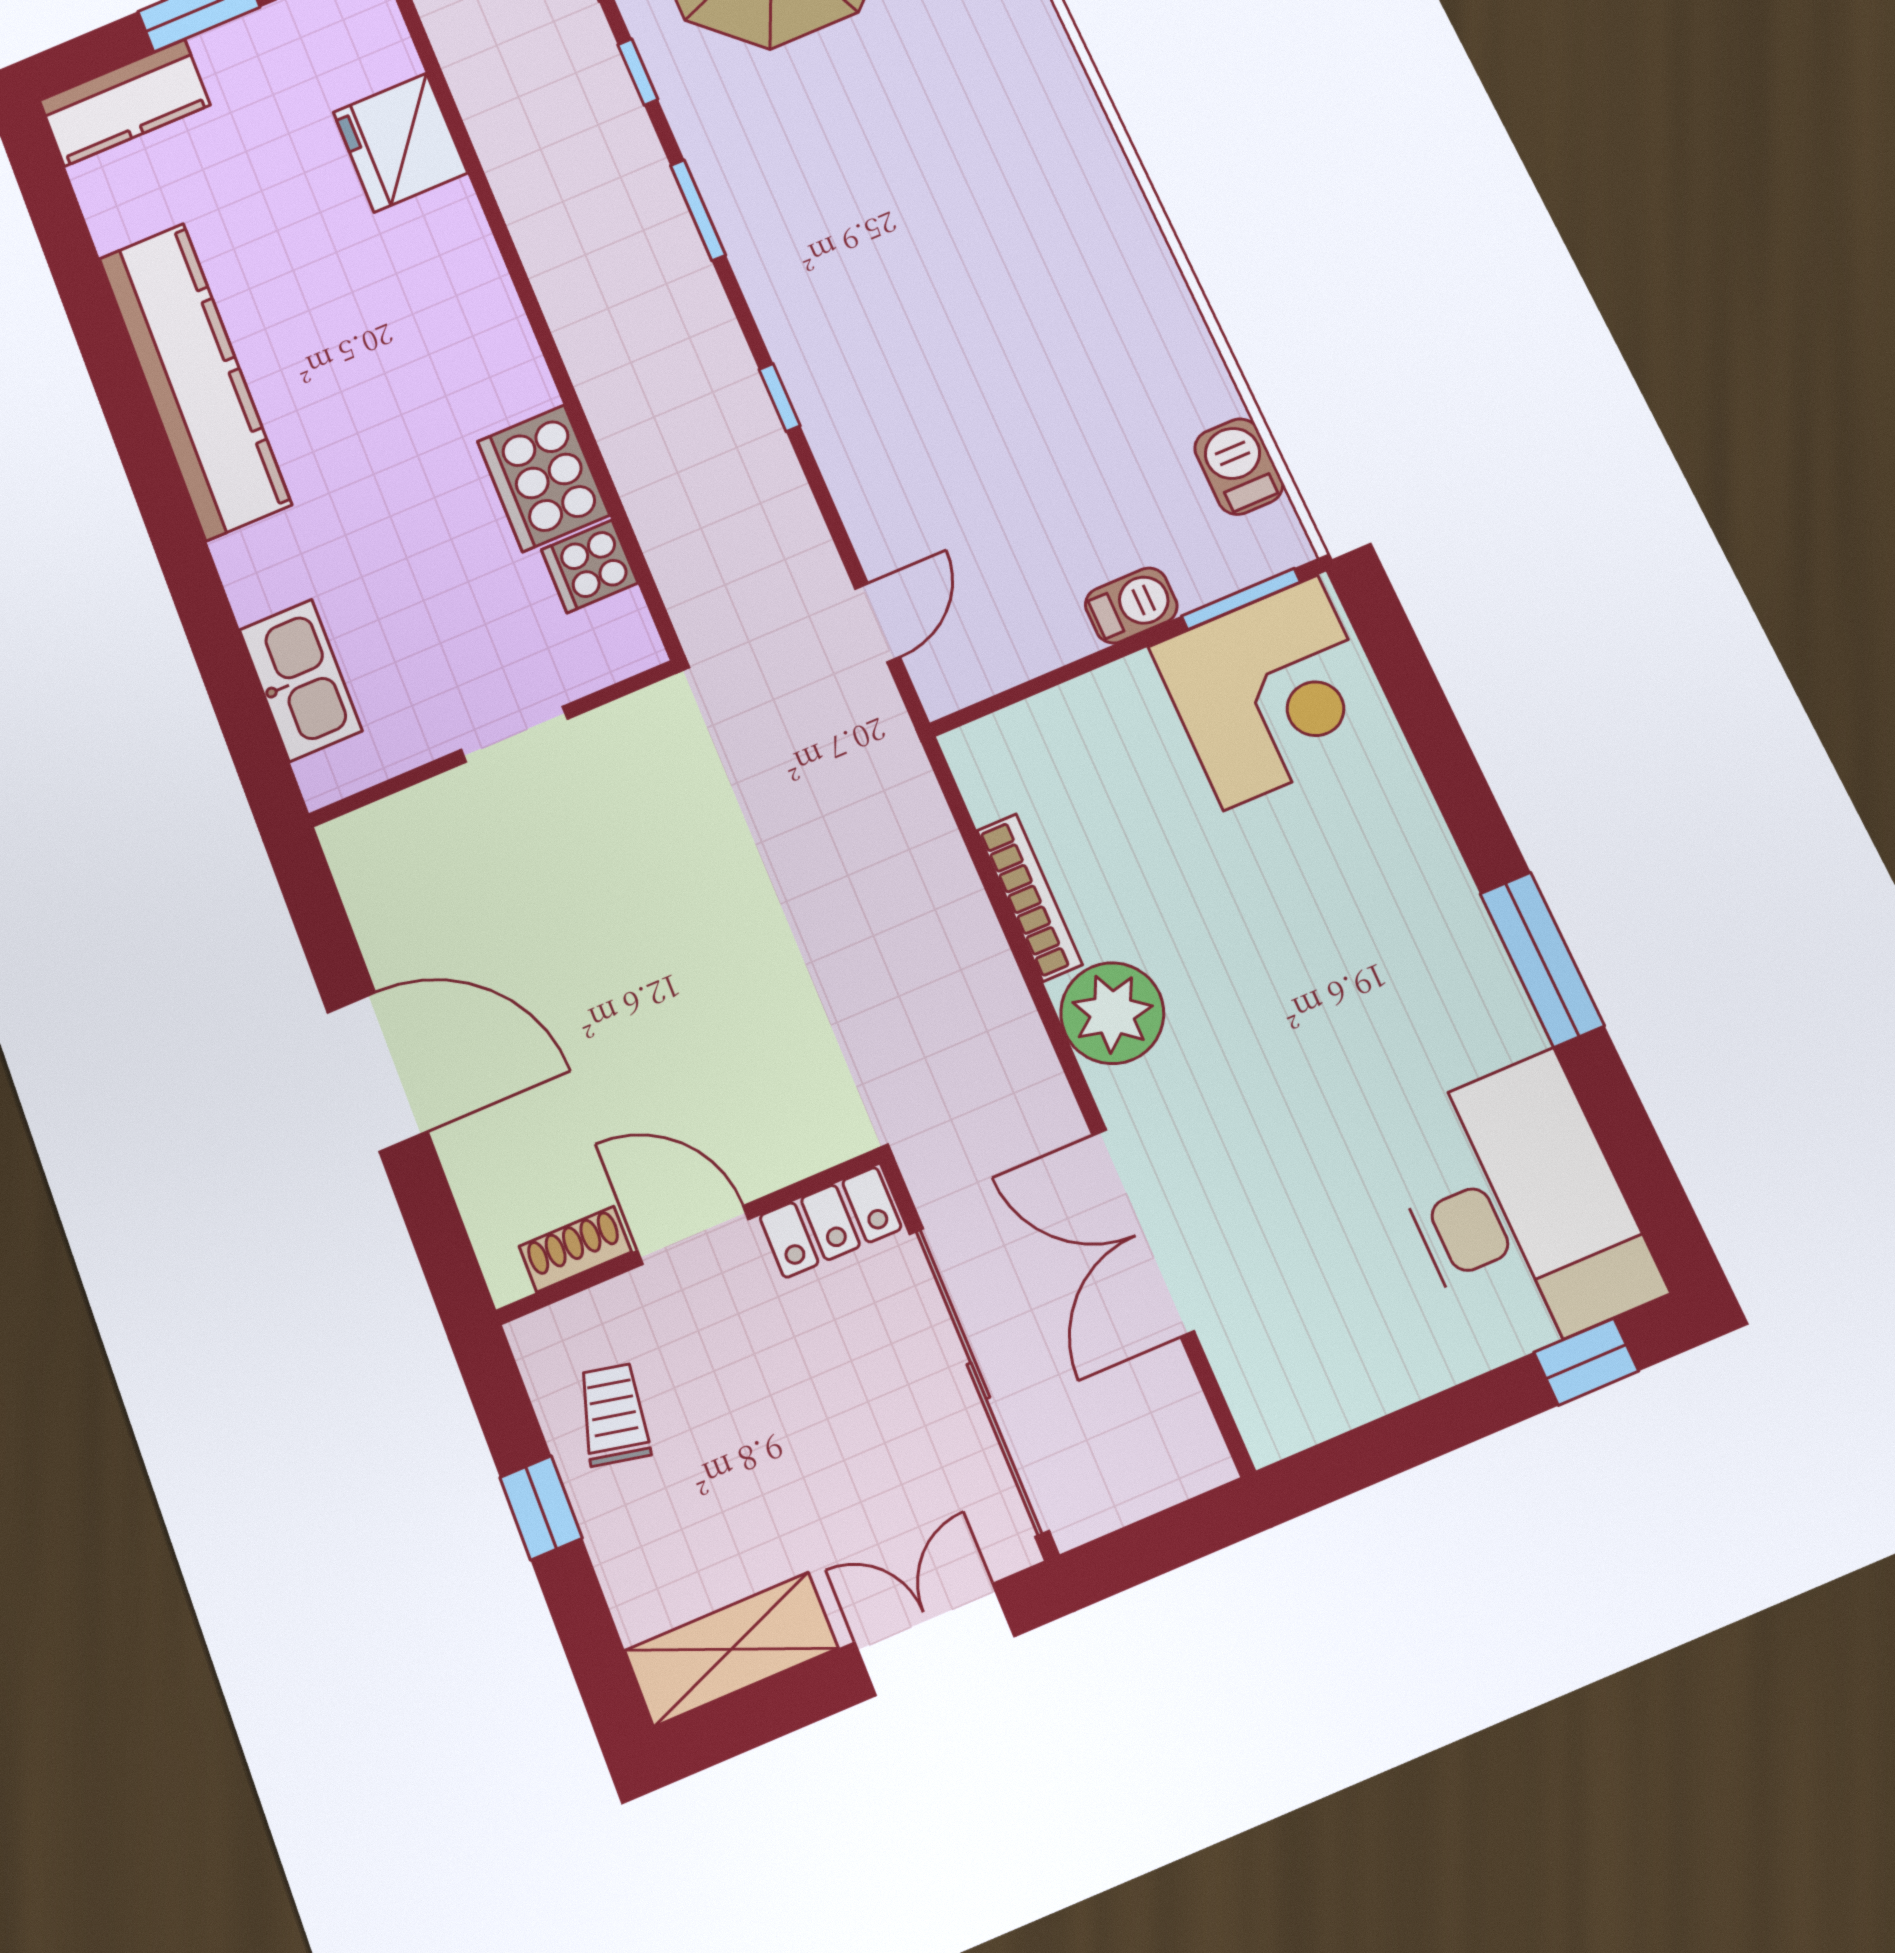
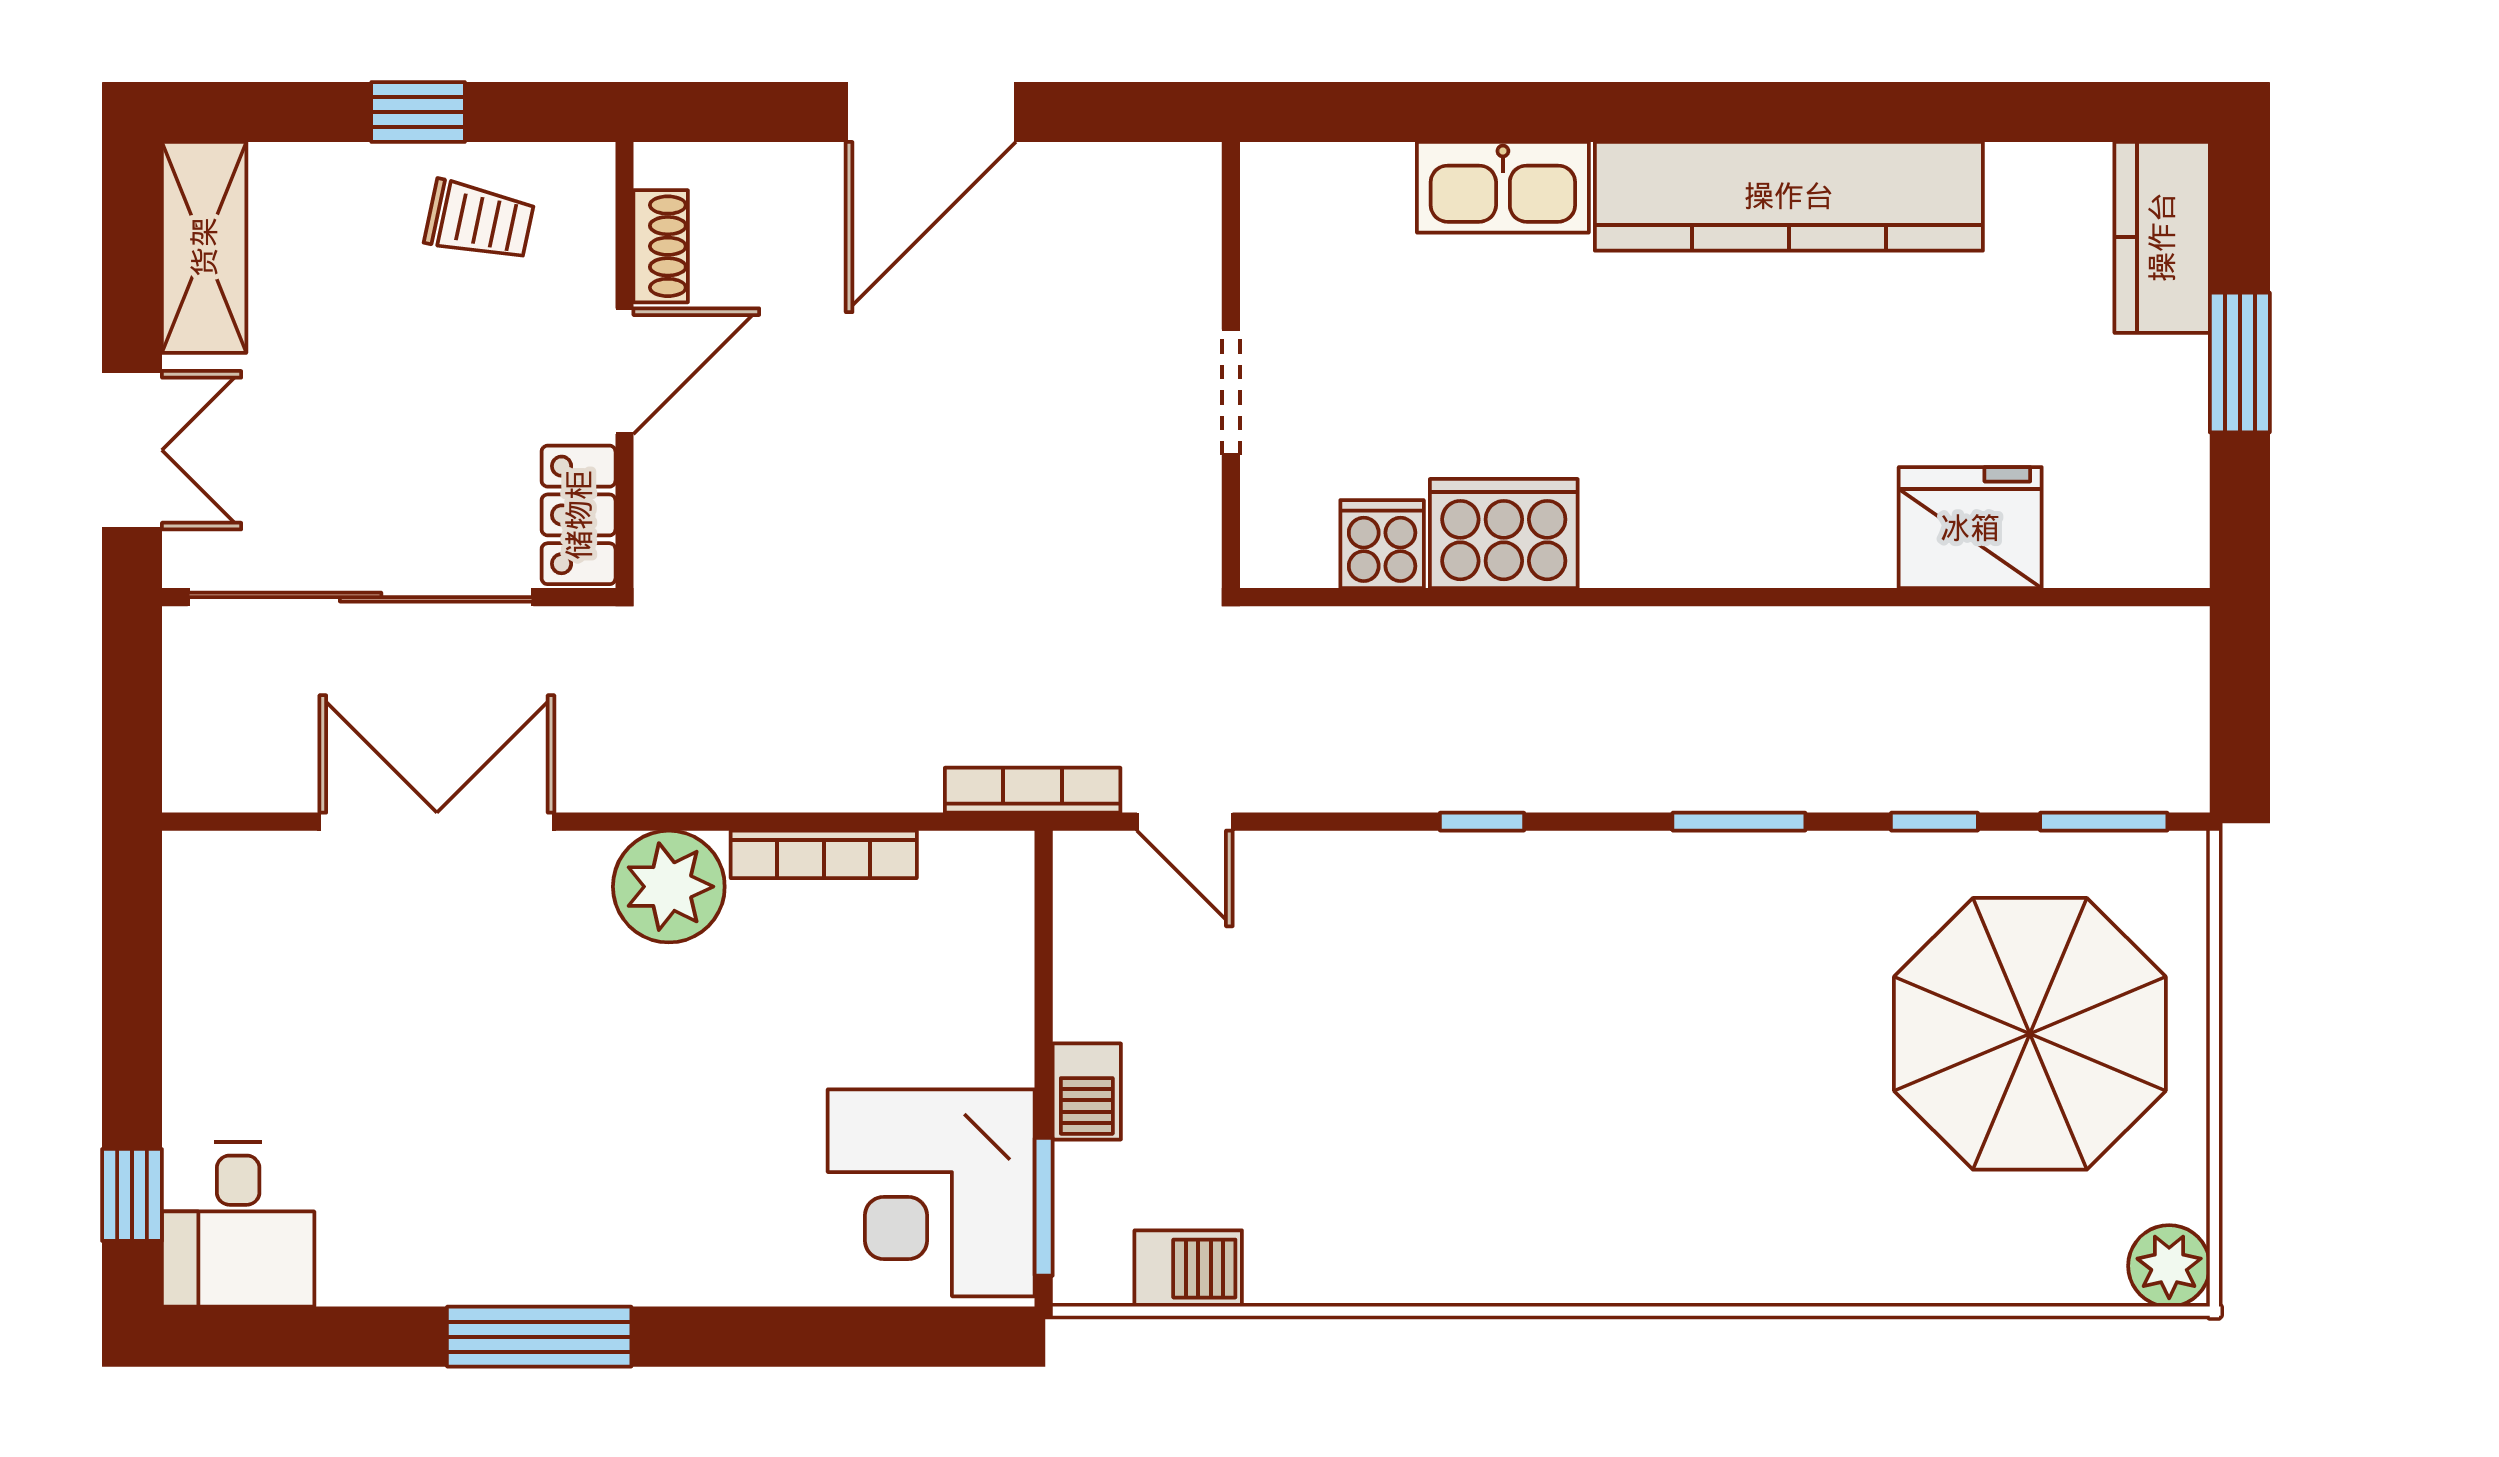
kitchen sink: (301, 680) -> (1503, 187), moved
bookcase: (903, 752) -> (1033, 790), added
desk: (1520, 1208) -> (238, 1225), width x0.53, depth x0.77

